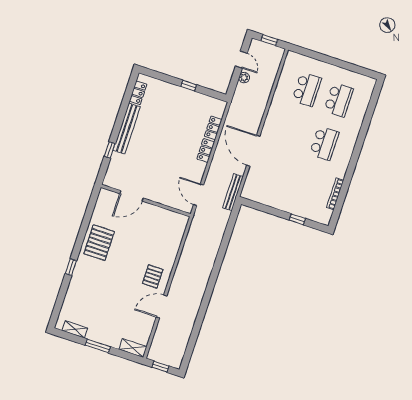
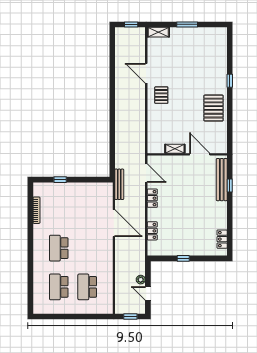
bench: (127, 129) -> (222, 180), moved
locker: (206, 151) -> (152, 198), moved
door: (132, 196) -> (200, 154), hinge flipped
door: (162, 306) -> (146, 73), swing flipped
shelving: (75, 329) -> (175, 149), moved

